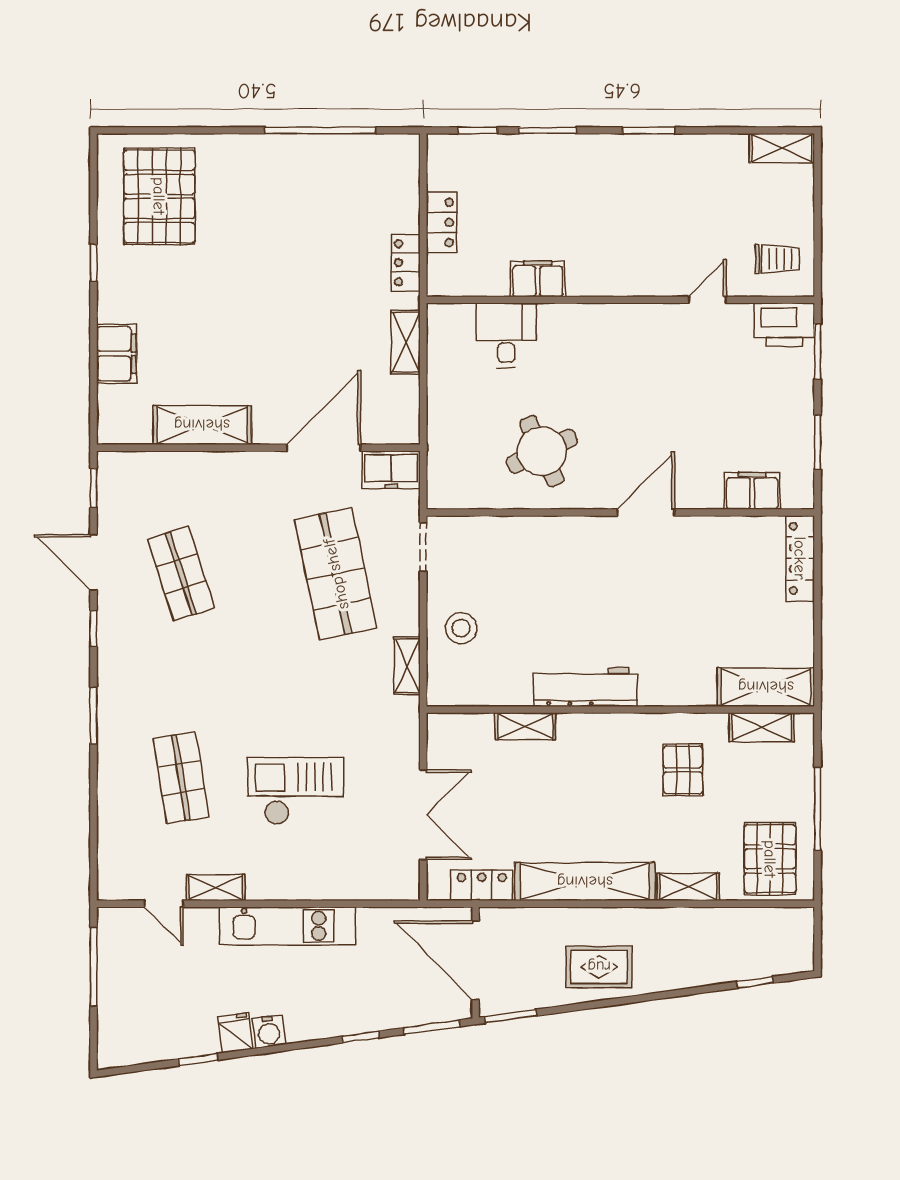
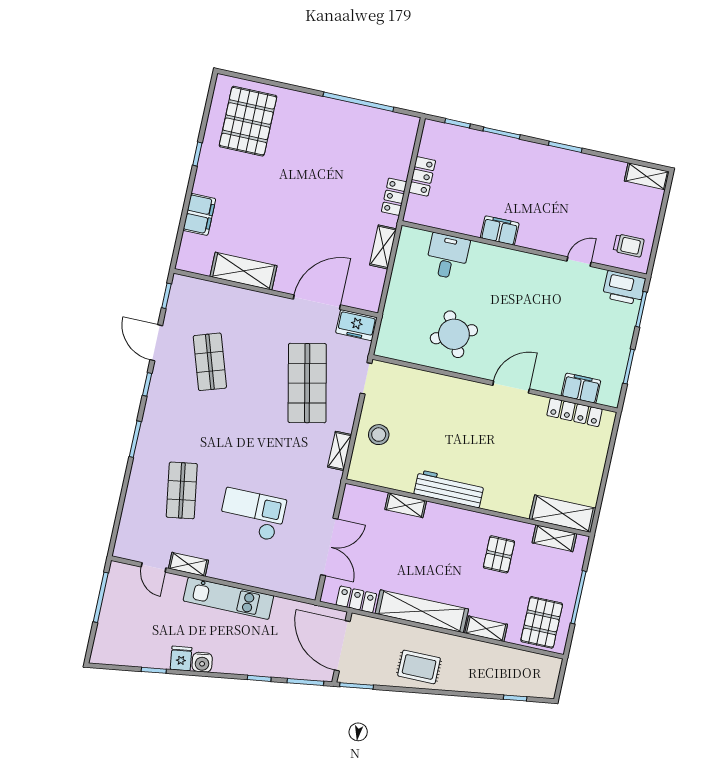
filing cabinet: (538, 279) -> (500, 230), moved
locker: (800, 558) -> (574, 412), moved, turned -90

